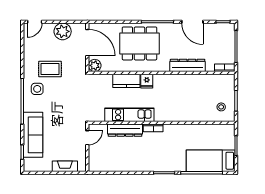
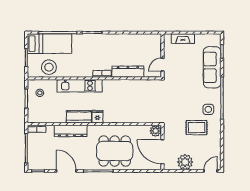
kitchen counter: (126, 81) -> (79, 117), moved
fridge: (147, 81) -> (97, 117), moved
kitchen unit: (129, 115) -> (80, 86), moved
stool: (211, 135) -> (49, 67), added

